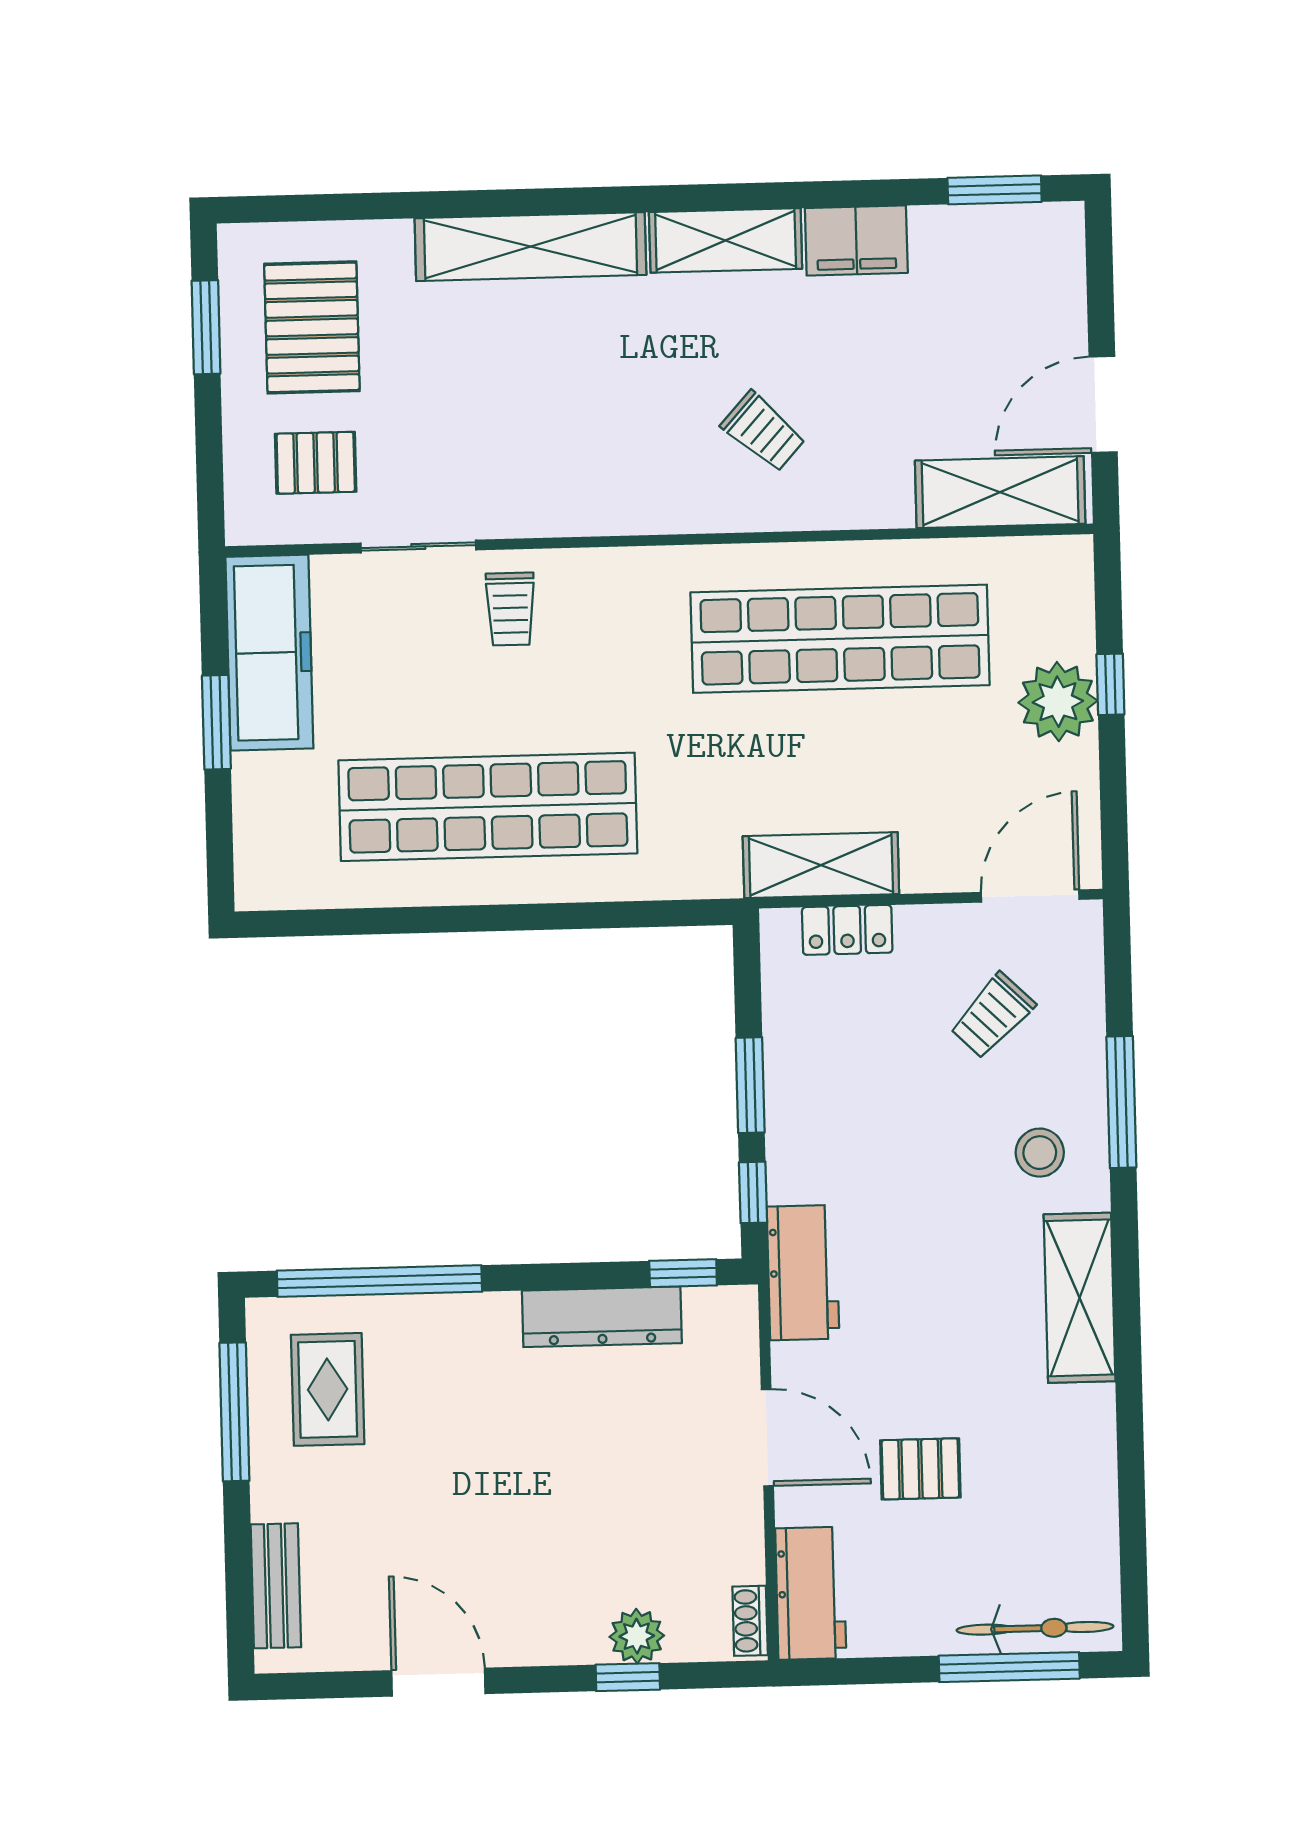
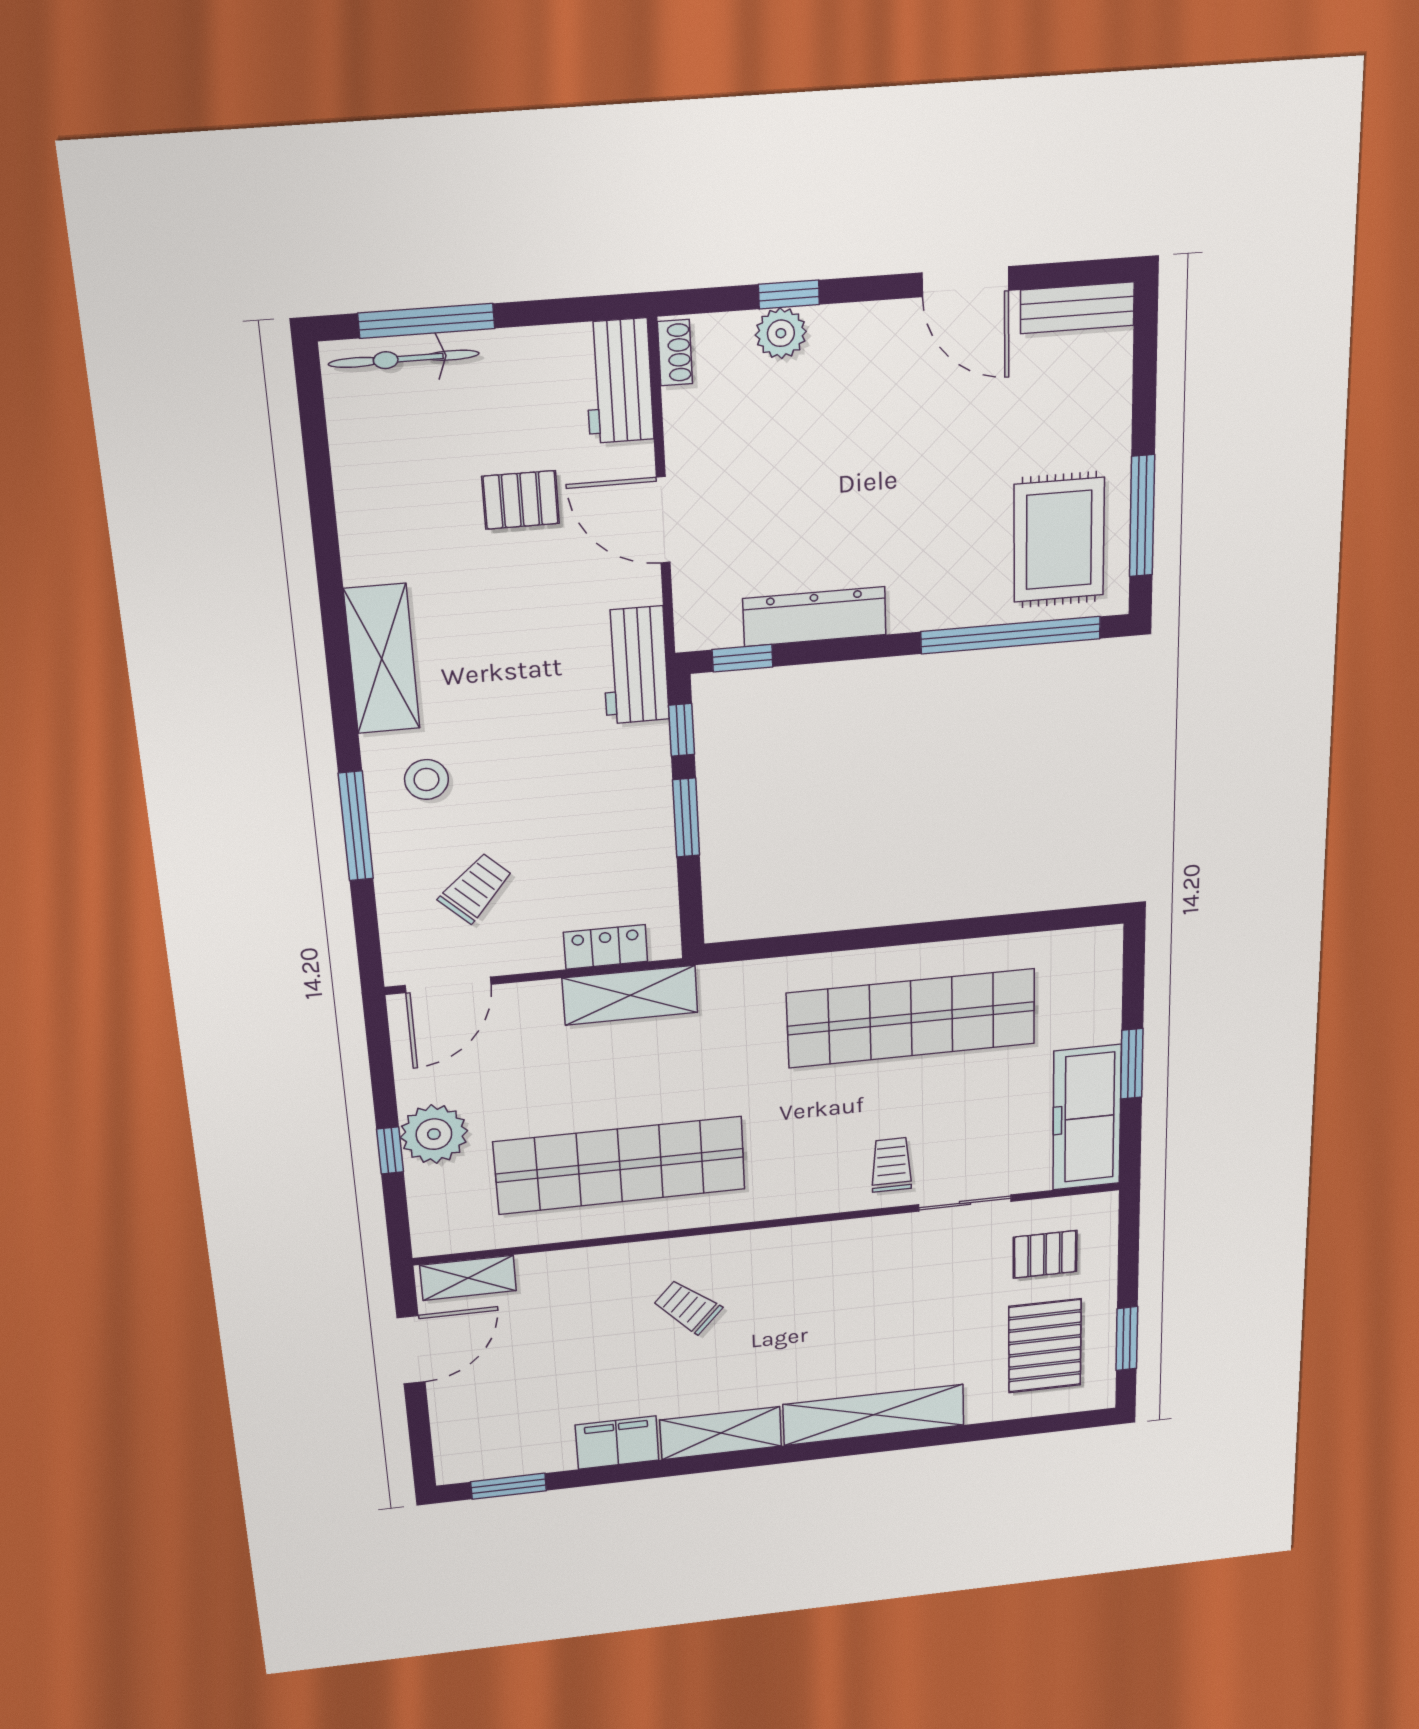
shelving: (1000, 492) -> (468, 1278), width x0.67, depth x0.75
rug: (328, 1389) -> (1059, 540), width x1.36, depth x1.43
bench: (276, 1586) -> (1077, 308), moved, turned 90

